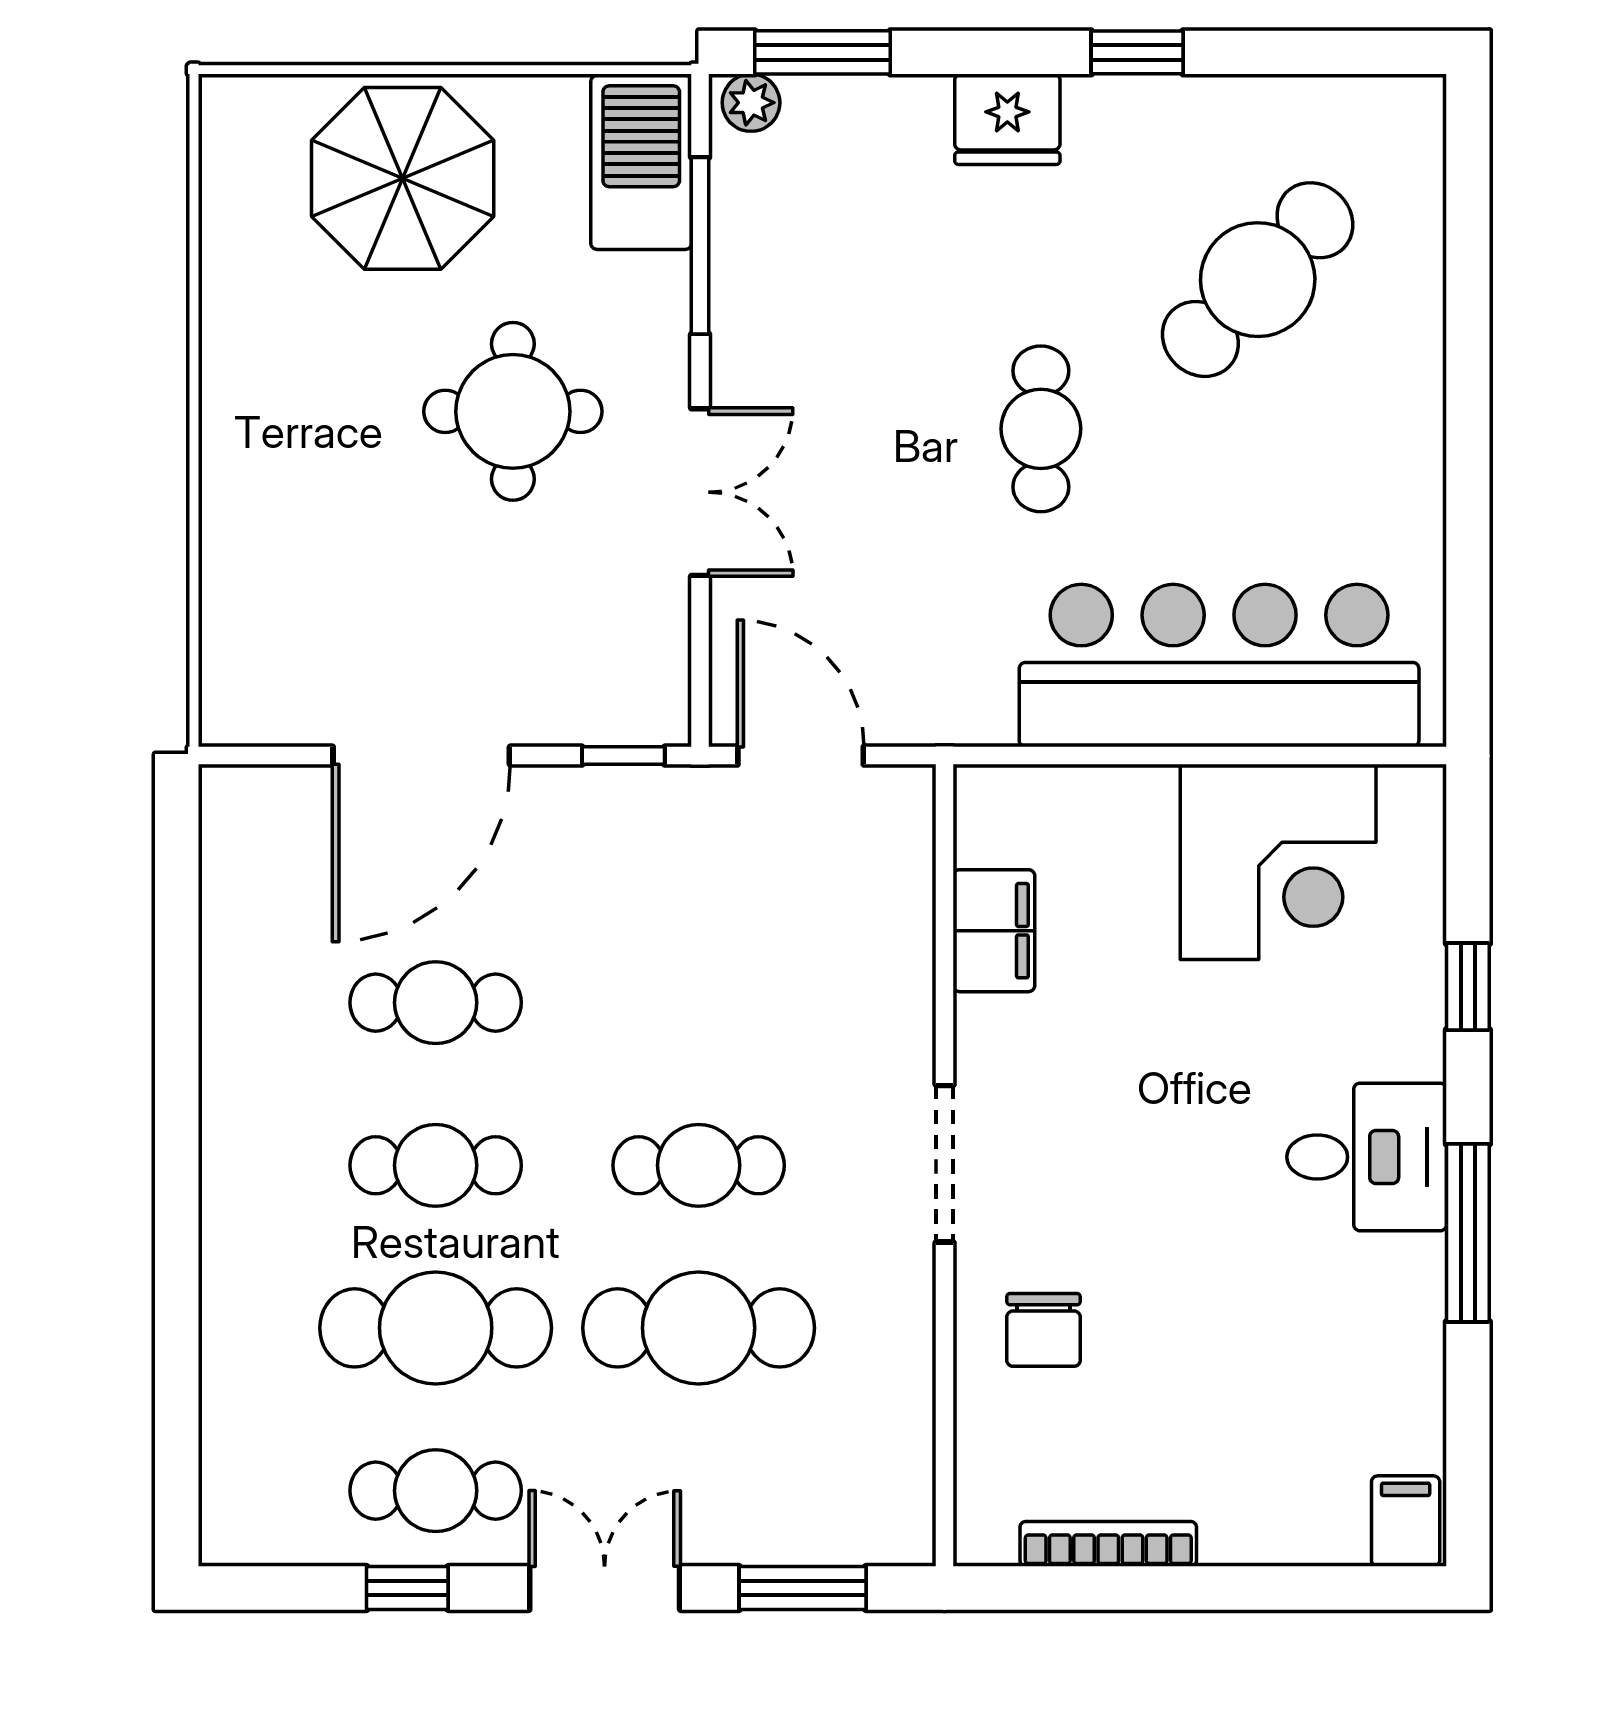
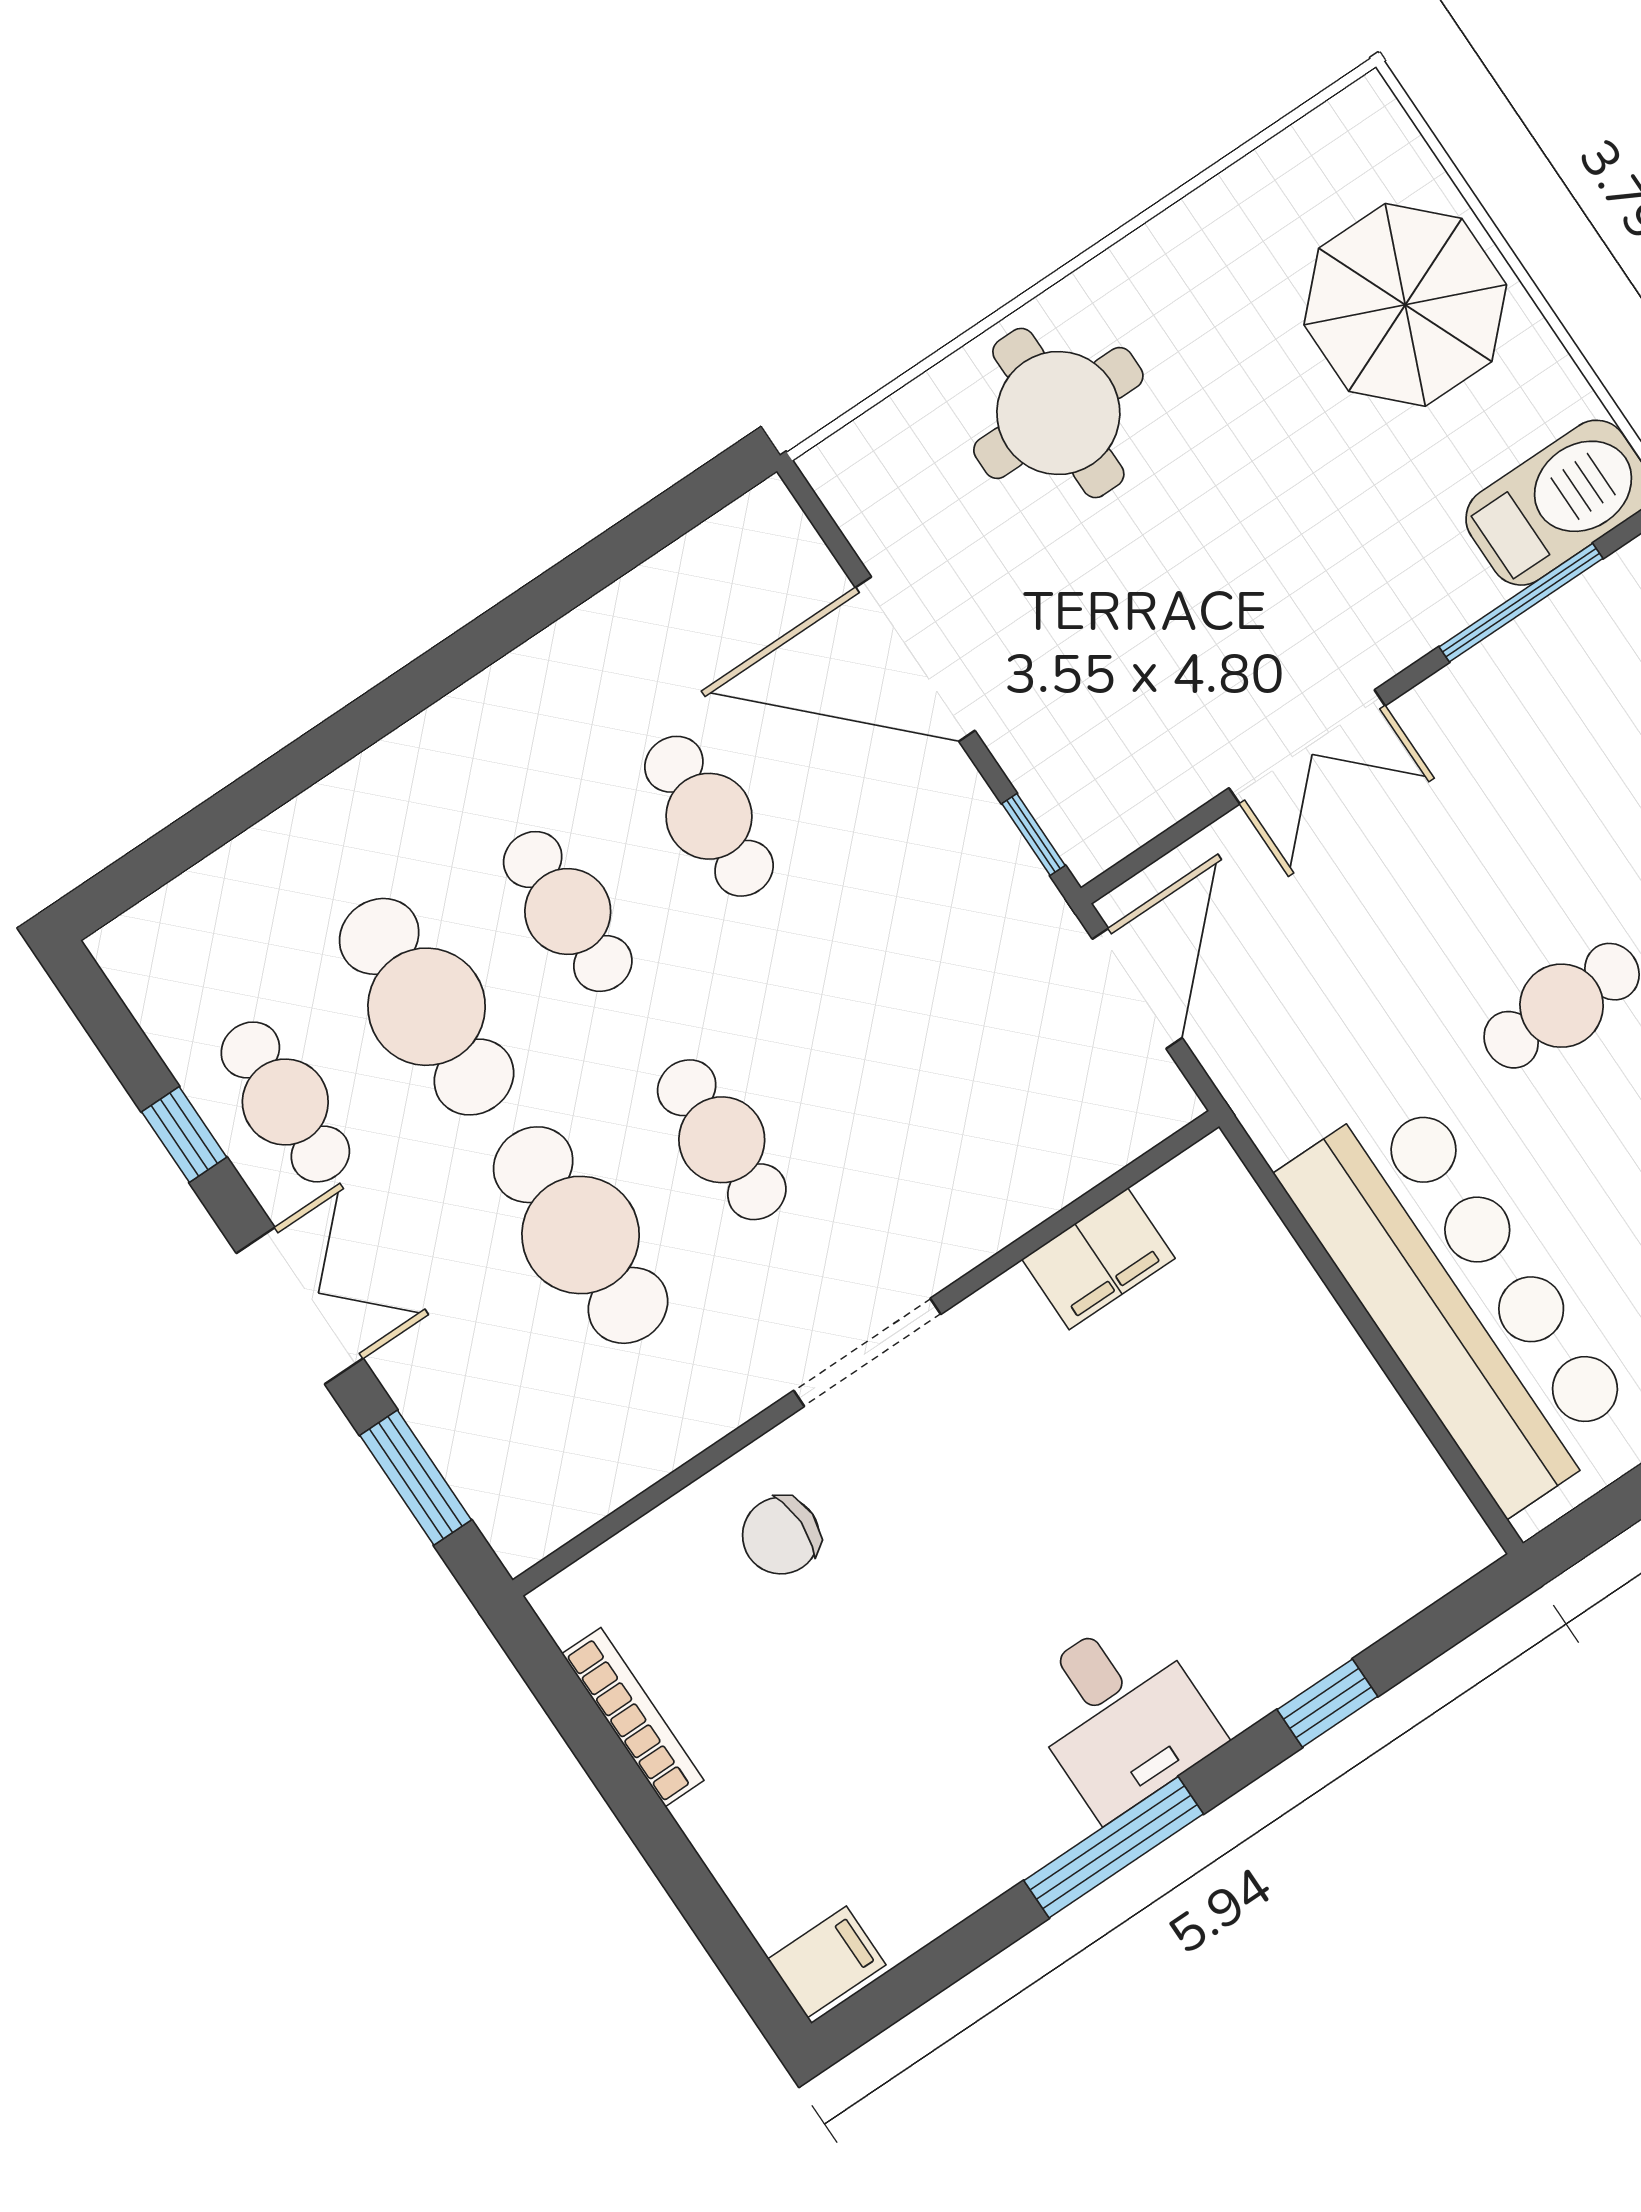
round table: (513, 411) -> (1058, 413), moved
corner desk: (1278, 862) -> (1324, 1465), removed

